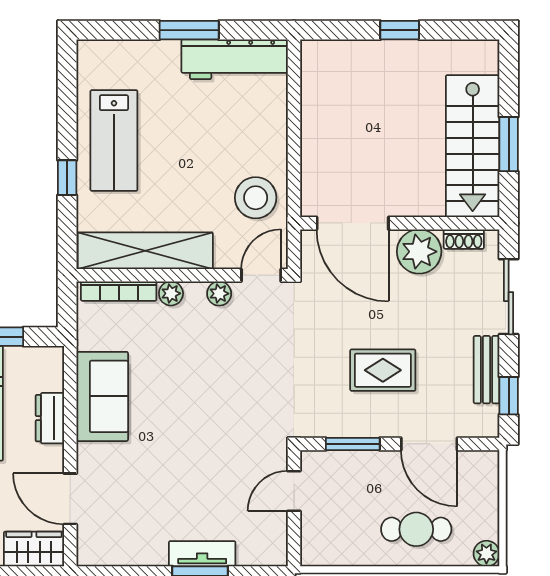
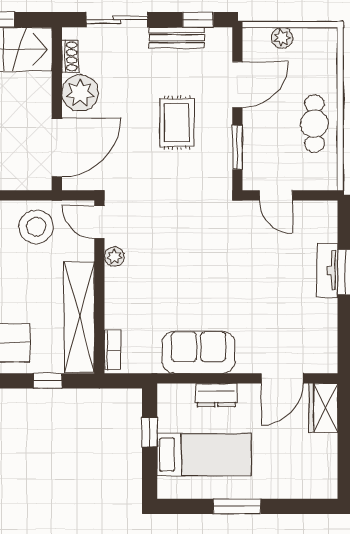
window: (67, 178) -> (48, 381), moved
bookcase: (119, 291) -> (112, 350), width x0.64
plant: (171, 293) -> (114, 296), removed
cafe table: (416, 529) -> (314, 124), moved
plant: (486, 554) -> (282, 38), moved

